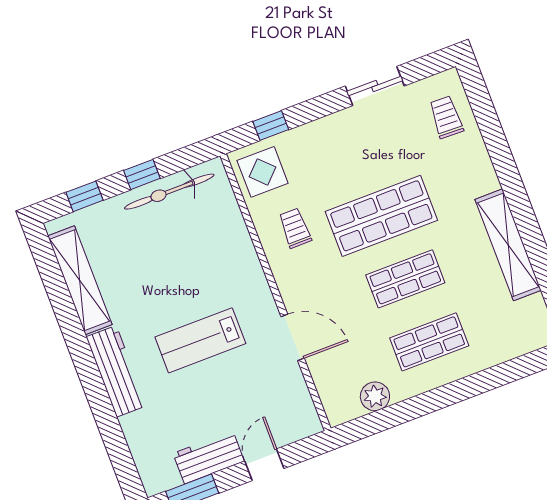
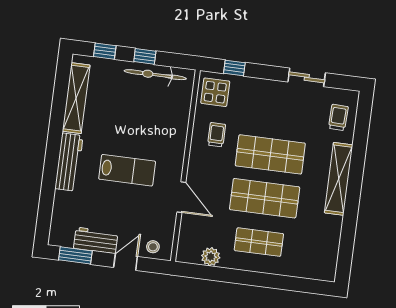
shelving: (508, 245) -> (339, 179), moved
shop shelf: (405, 279) -> (265, 198), width x1.43, depth x1.36
lab bench: (200, 340) -> (127, 170), turned 180
stool: (290, 425) -> (153, 247), added

